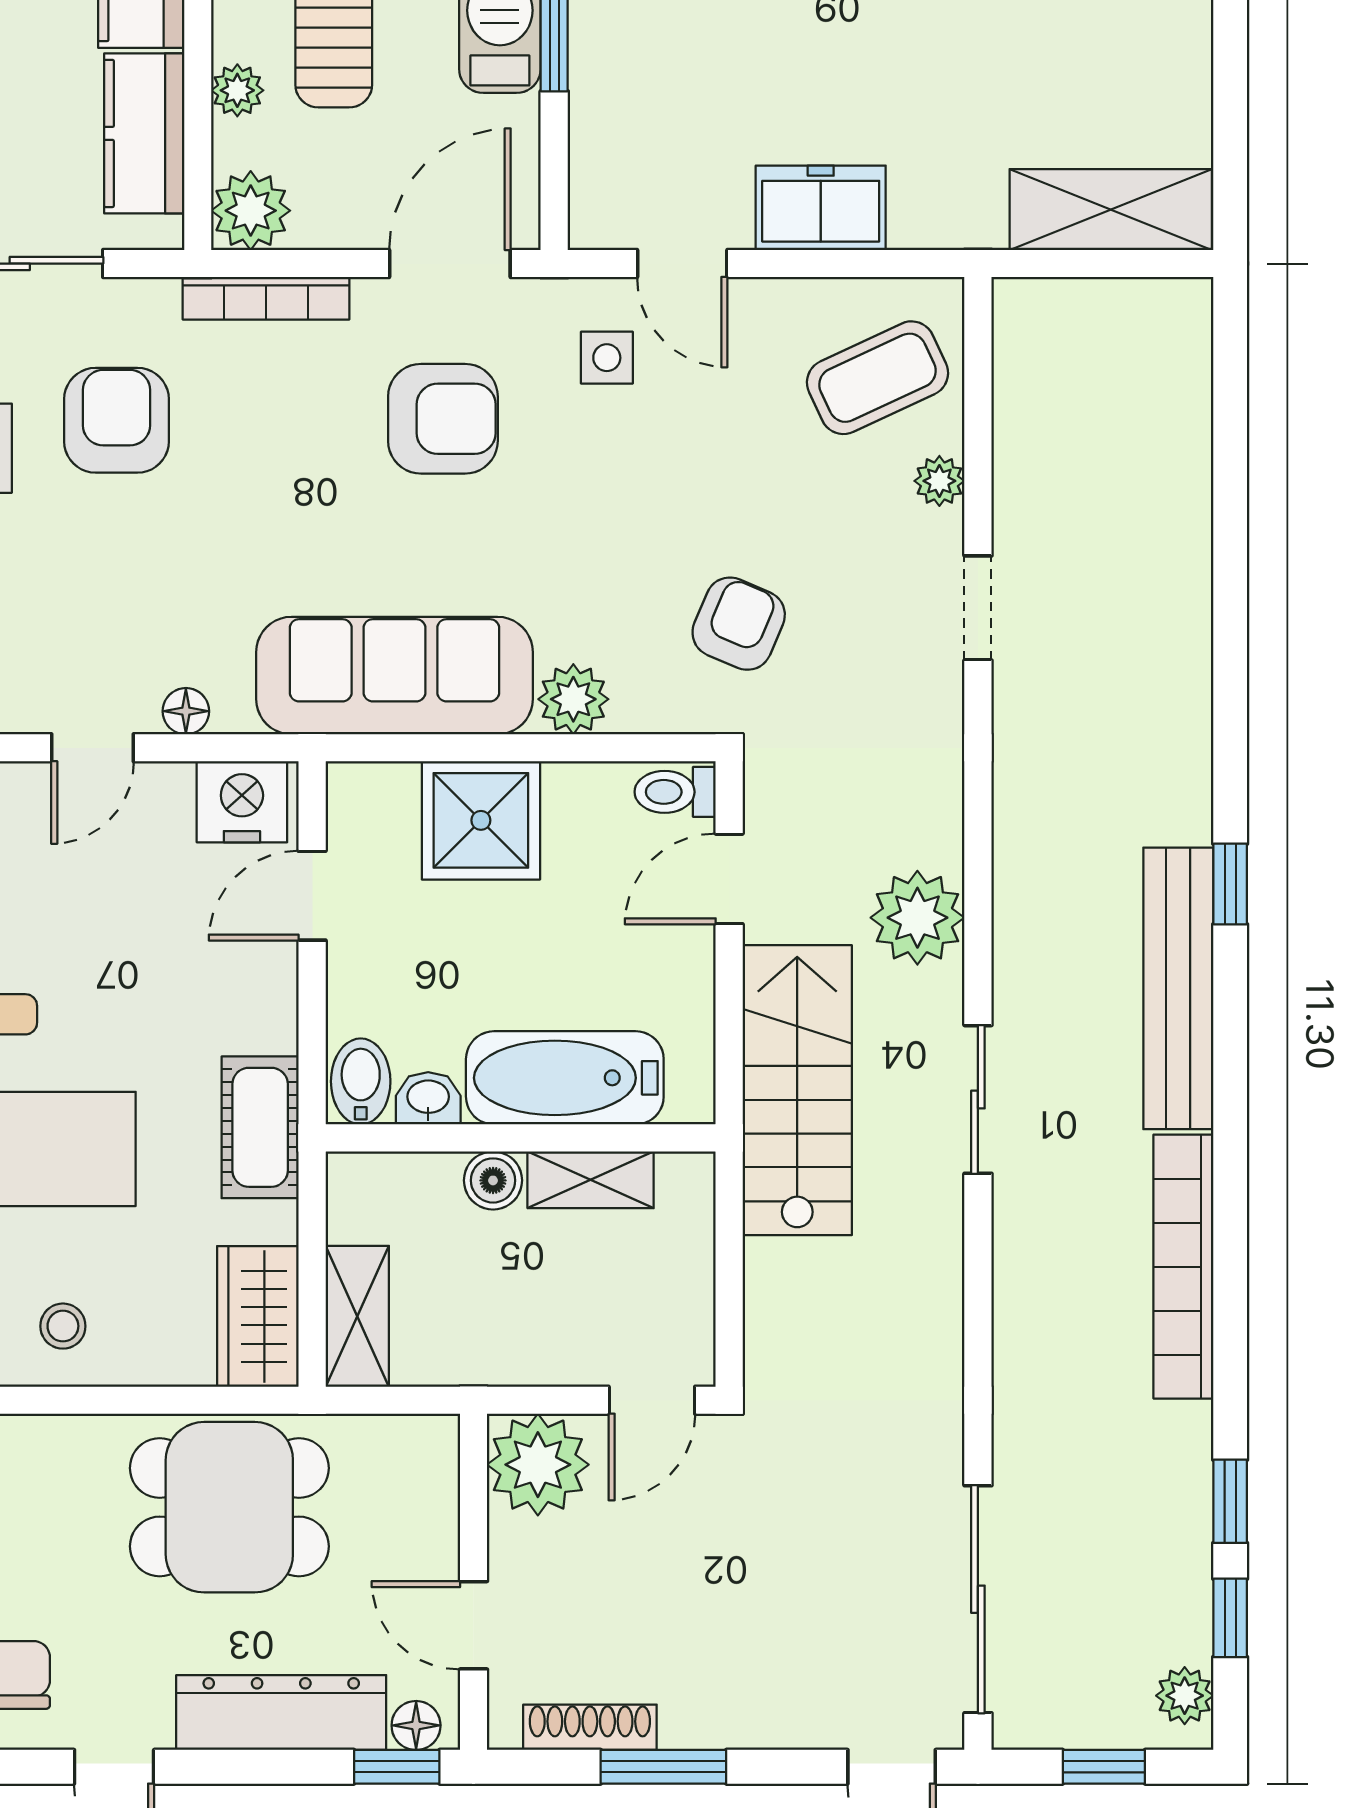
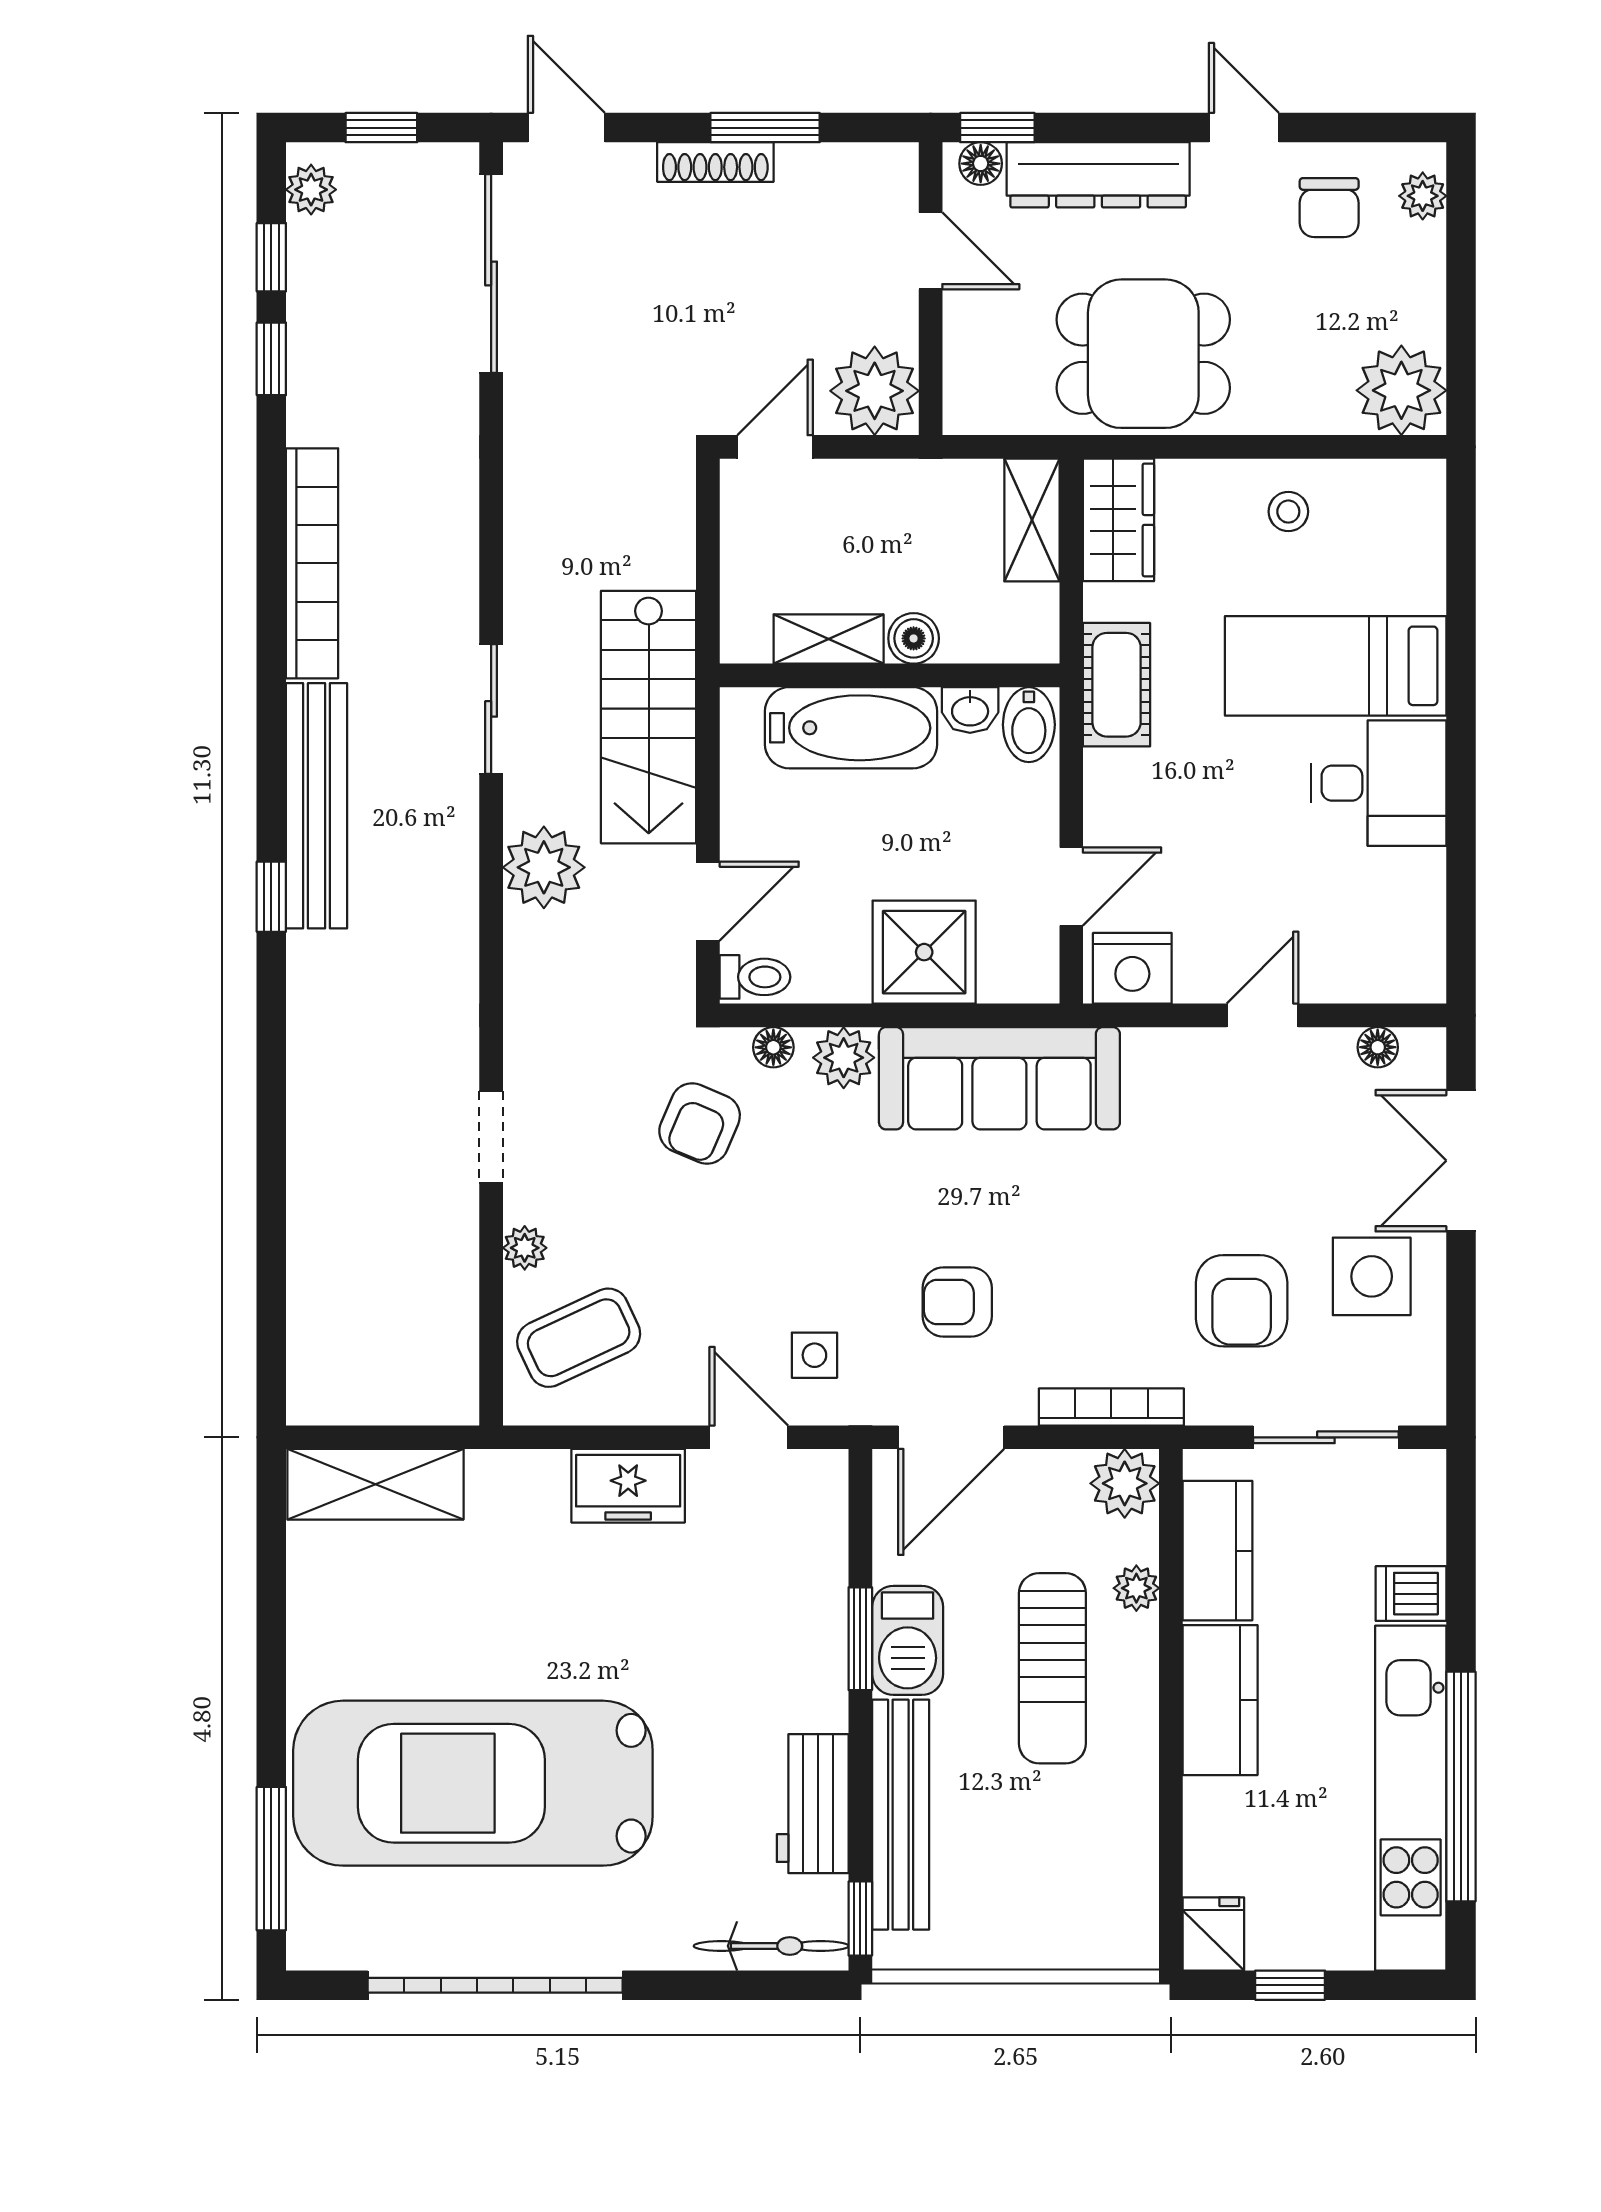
armchair: (443, 419) -> (957, 1302), width x0.72, depth x0.72
floor lamp: (186, 711) -> (773, 1047), moved
shoe rack: (590, 1727) -> (715, 162), moved

